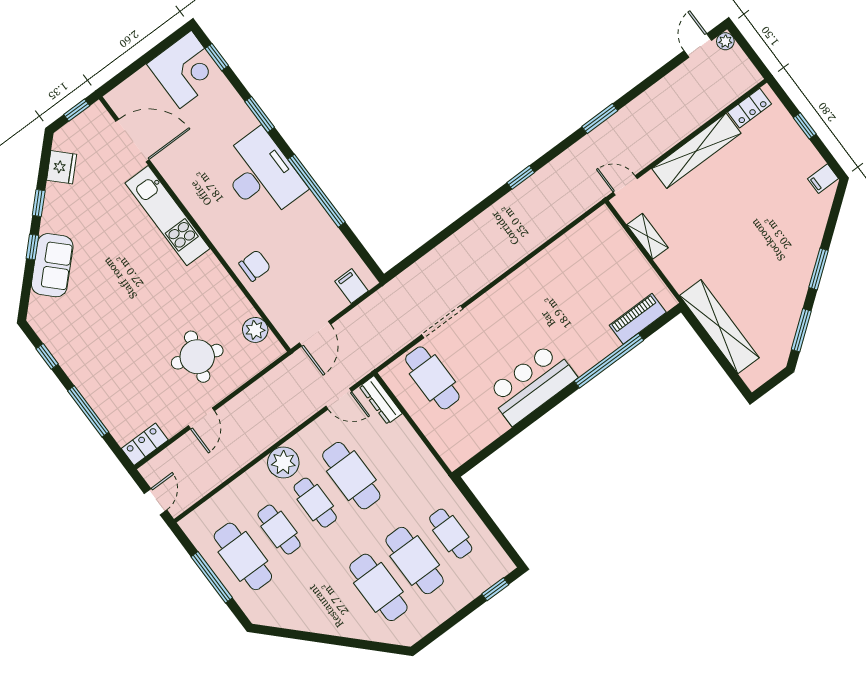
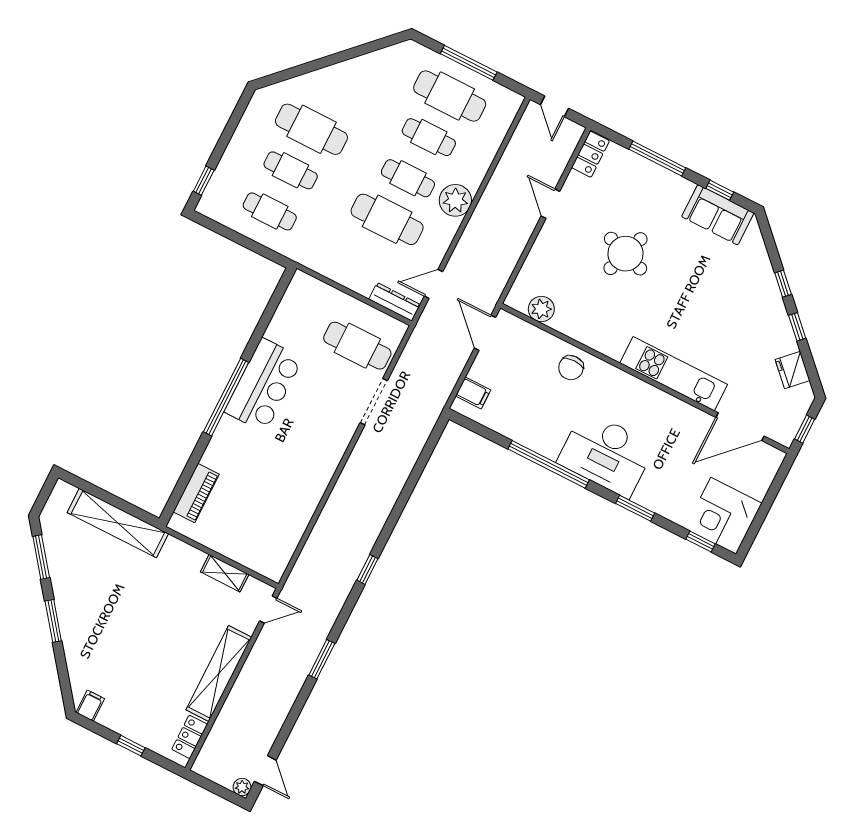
sofa: (52, 265) -> (718, 215), moved, turned -45
round table: (197, 357) -> (626, 254), moved
window: (609, 361) -> (226, 397), moved
cafe table: (415, 561) -> (291, 170), width x0.73, depth x0.74

